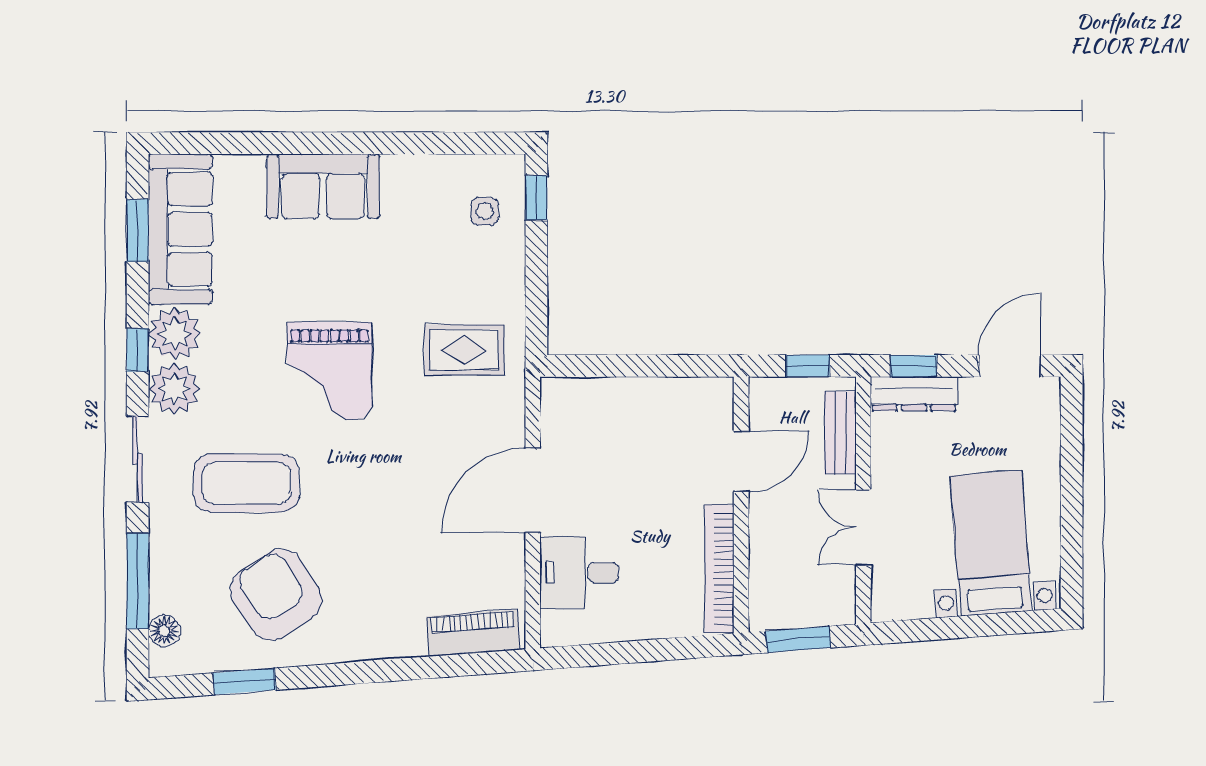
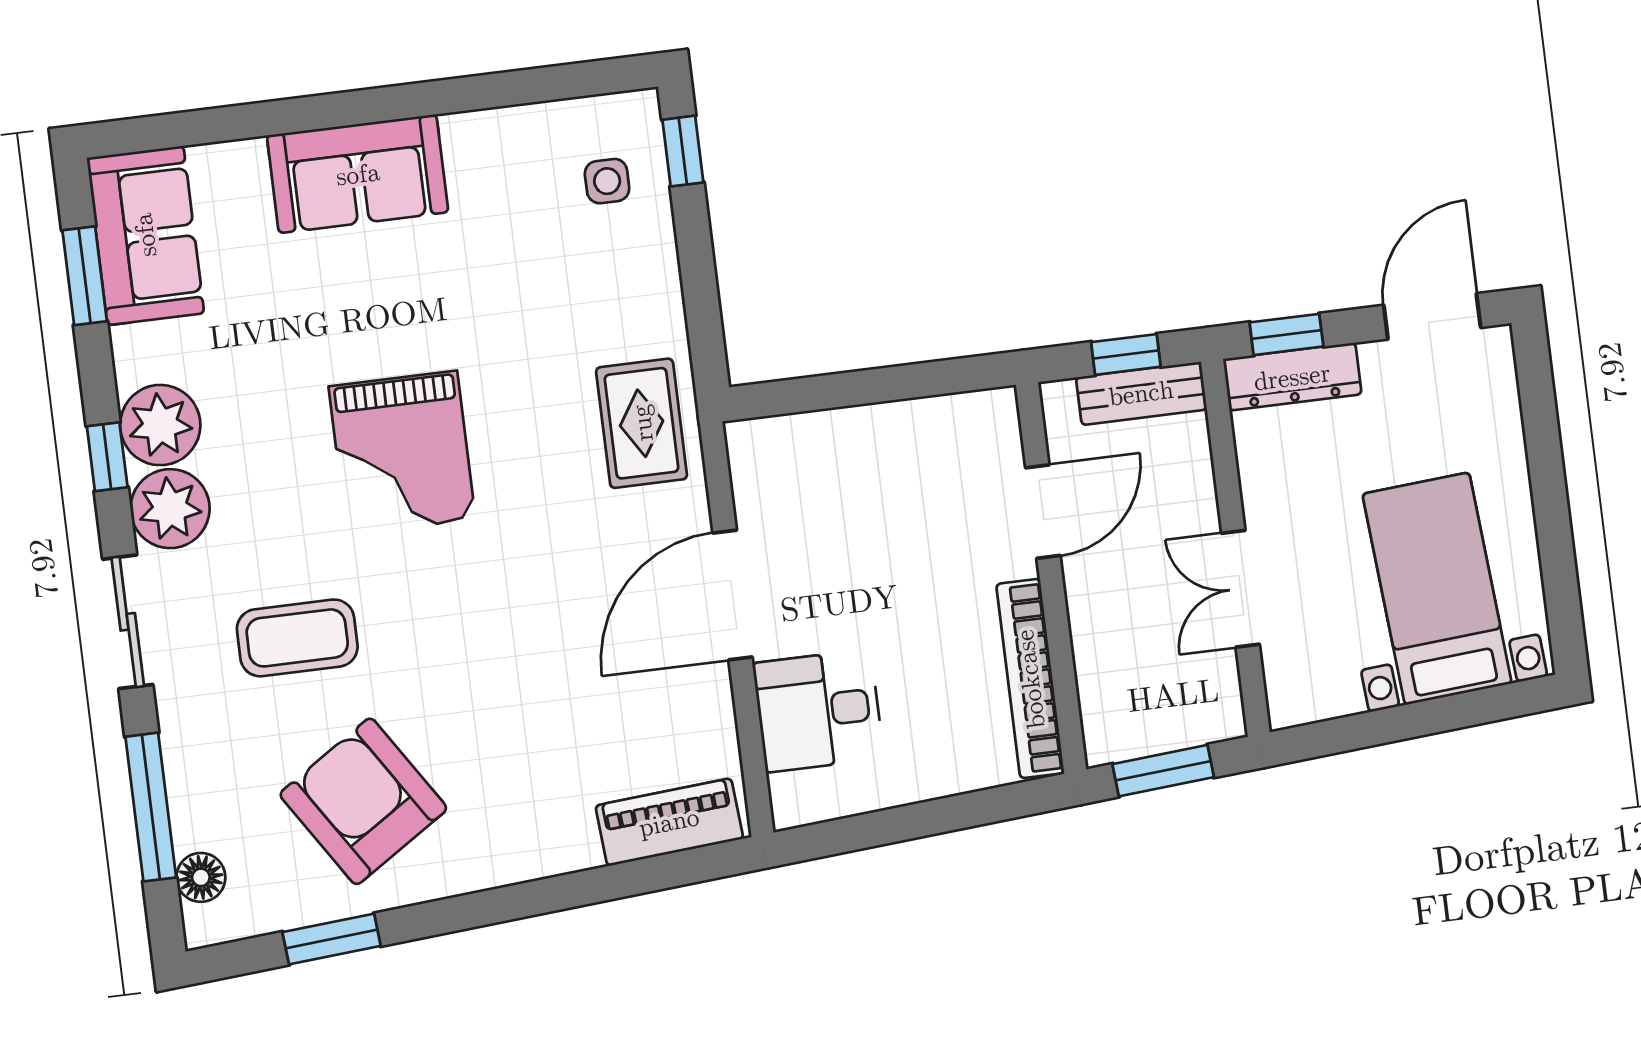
sofa: (180, 229) -> (145, 235), width x0.73
rug: (464, 350) -> (642, 423), moved, turned 90
bench: (840, 433) -> (1141, 393), moved, turned 90
coffee table: (246, 483) -> (297, 638), width x0.73, depth x0.76

